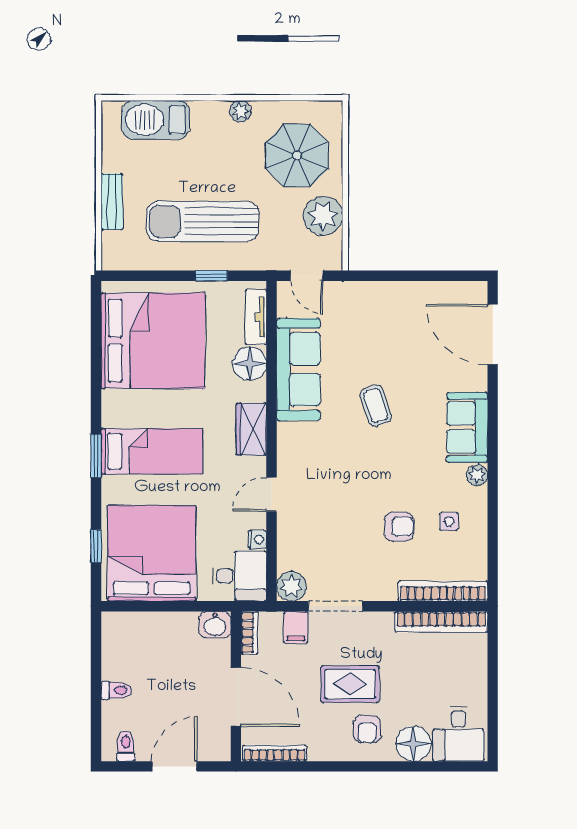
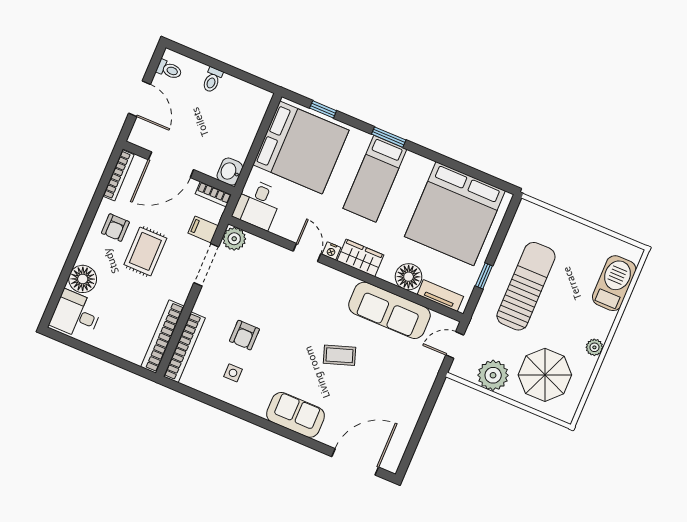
bench: (112, 202) -> (568, 226), removed
plant: (477, 475) -> (258, 407), removed
nightstand: (258, 539) -> (331, 251), moved
armchair: (367, 729) -> (115, 228), moved, turned -90

